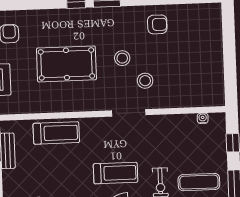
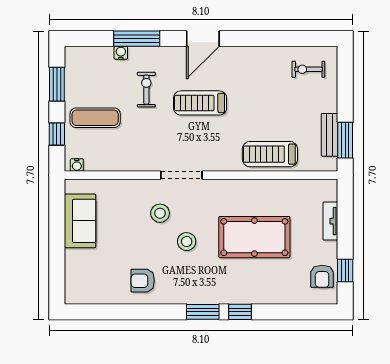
sofa: (211, 72) -> (80, 221), added
water cooler: (203, 118) -> (77, 165), moved
exercise mat: (199, 182) -> (95, 118), moved

